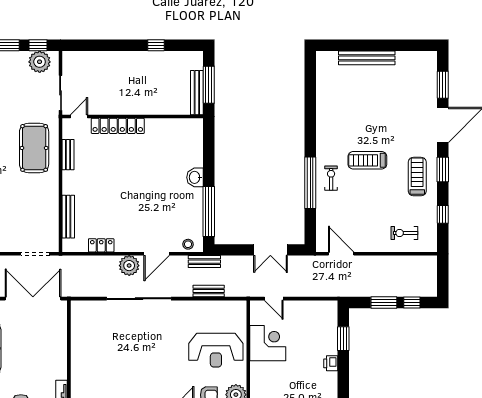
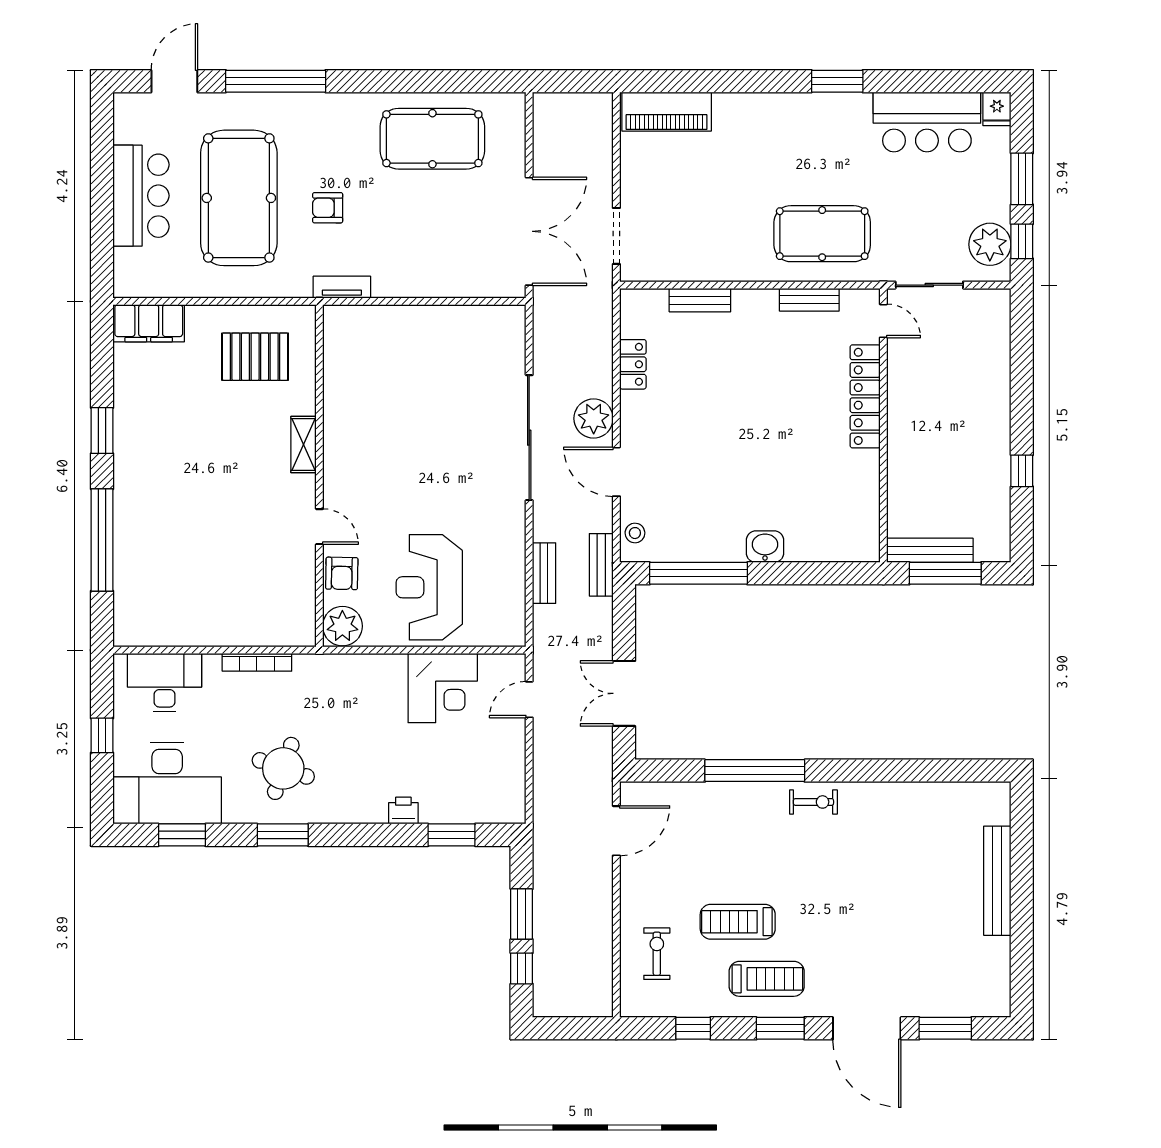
treadmill: (367, 160) -> (738, 922), moved, turned -90
exercise bike: (331, 178) -> (813, 802), moved
bench: (68, 217) -> (700, 300), width x0.73

